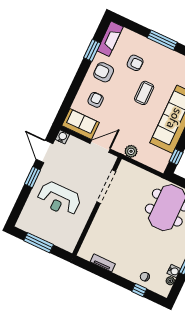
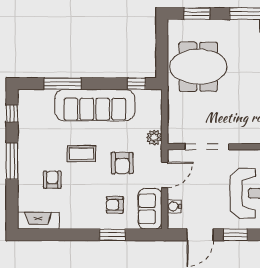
window: (92, 50) -> (112, 235), moved
armchair: (104, 72) -> (122, 163), moved
water cooler: (62, 137) -> (174, 206), moved
door: (100, 146) -> (165, 175), swing flipped

